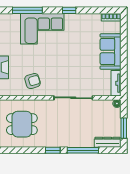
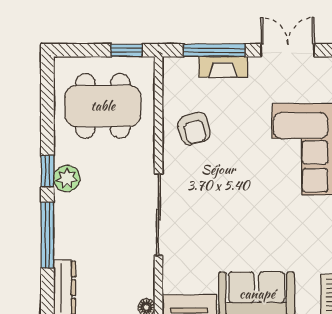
dining table: (22, 124) -> (103, 106), width x1.38
plant: (56, 141) -> (67, 178), added

